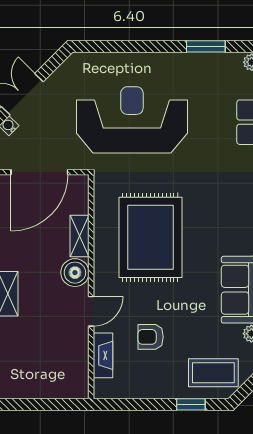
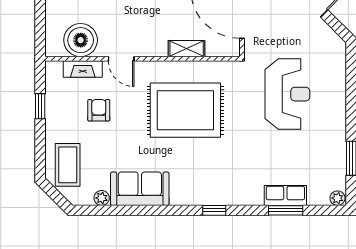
reception desk: (132, 120) -> (287, 94), width x0.74, depth x0.77
boiler: (75, 273) -> (81, 40), moved, width x1.37, depth x1.37
window: (191, 404) -> (40, 106), moved

